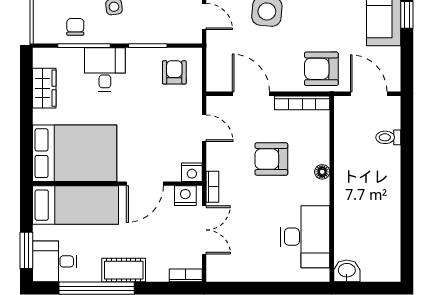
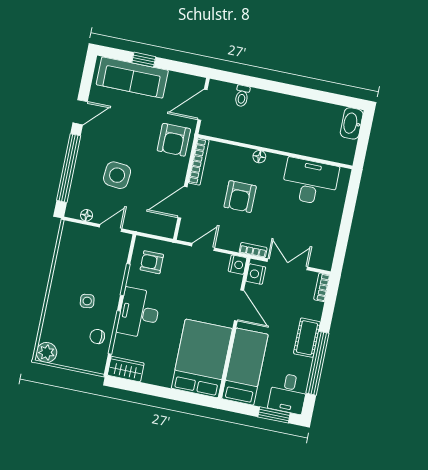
desk: (105, 70) -> (139, 313), width x1.37
wardrobe: (44, 88) -> (126, 369), moved
washbasin: (347, 271) -> (352, 123), moved, width x1.38

